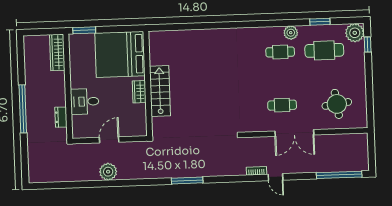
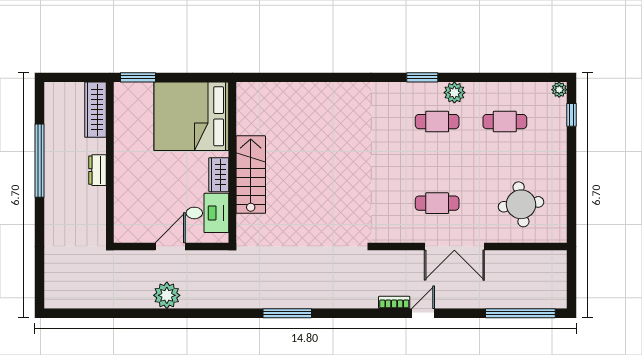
window: (320, 22) -> (422, 77), moved
plant: (355, 33) -> (559, 90), width x0.53, depth x0.53
cafe table: (324, 50) -> (505, 122), width x0.73, depth x0.74
desk: (85, 101) -> (207, 213), moved, turned 180
window: (23, 109) -> (39, 161), moved
dresser: (61, 117) -> (97, 170), moved
door: (276, 177) -> (423, 313), swing flipped

